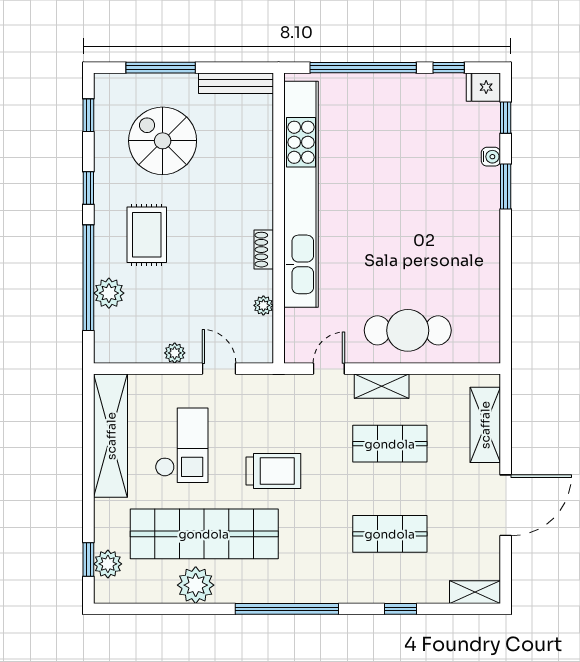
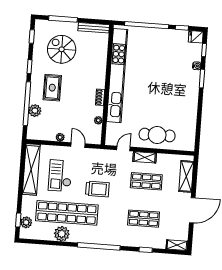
checkout: (182, 445) -> (60, 176), turned 180

